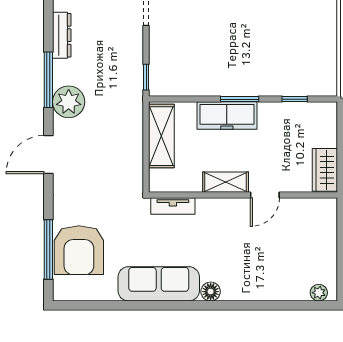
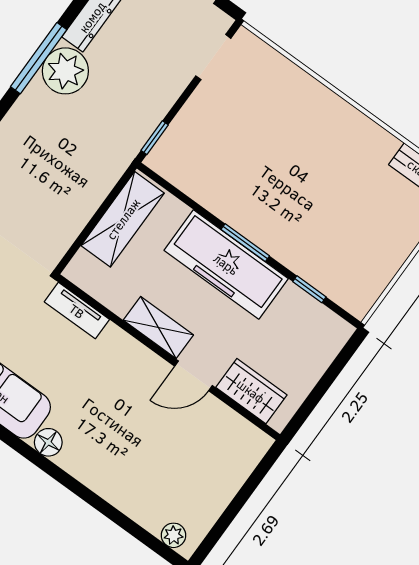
plant: (69, 102) -> (65, 71), moved
freezer: (227, 115) -> (226, 264), width x1.36, depth x1.26
wardrobe: (325, 170) -> (251, 391), moved, turned 90

